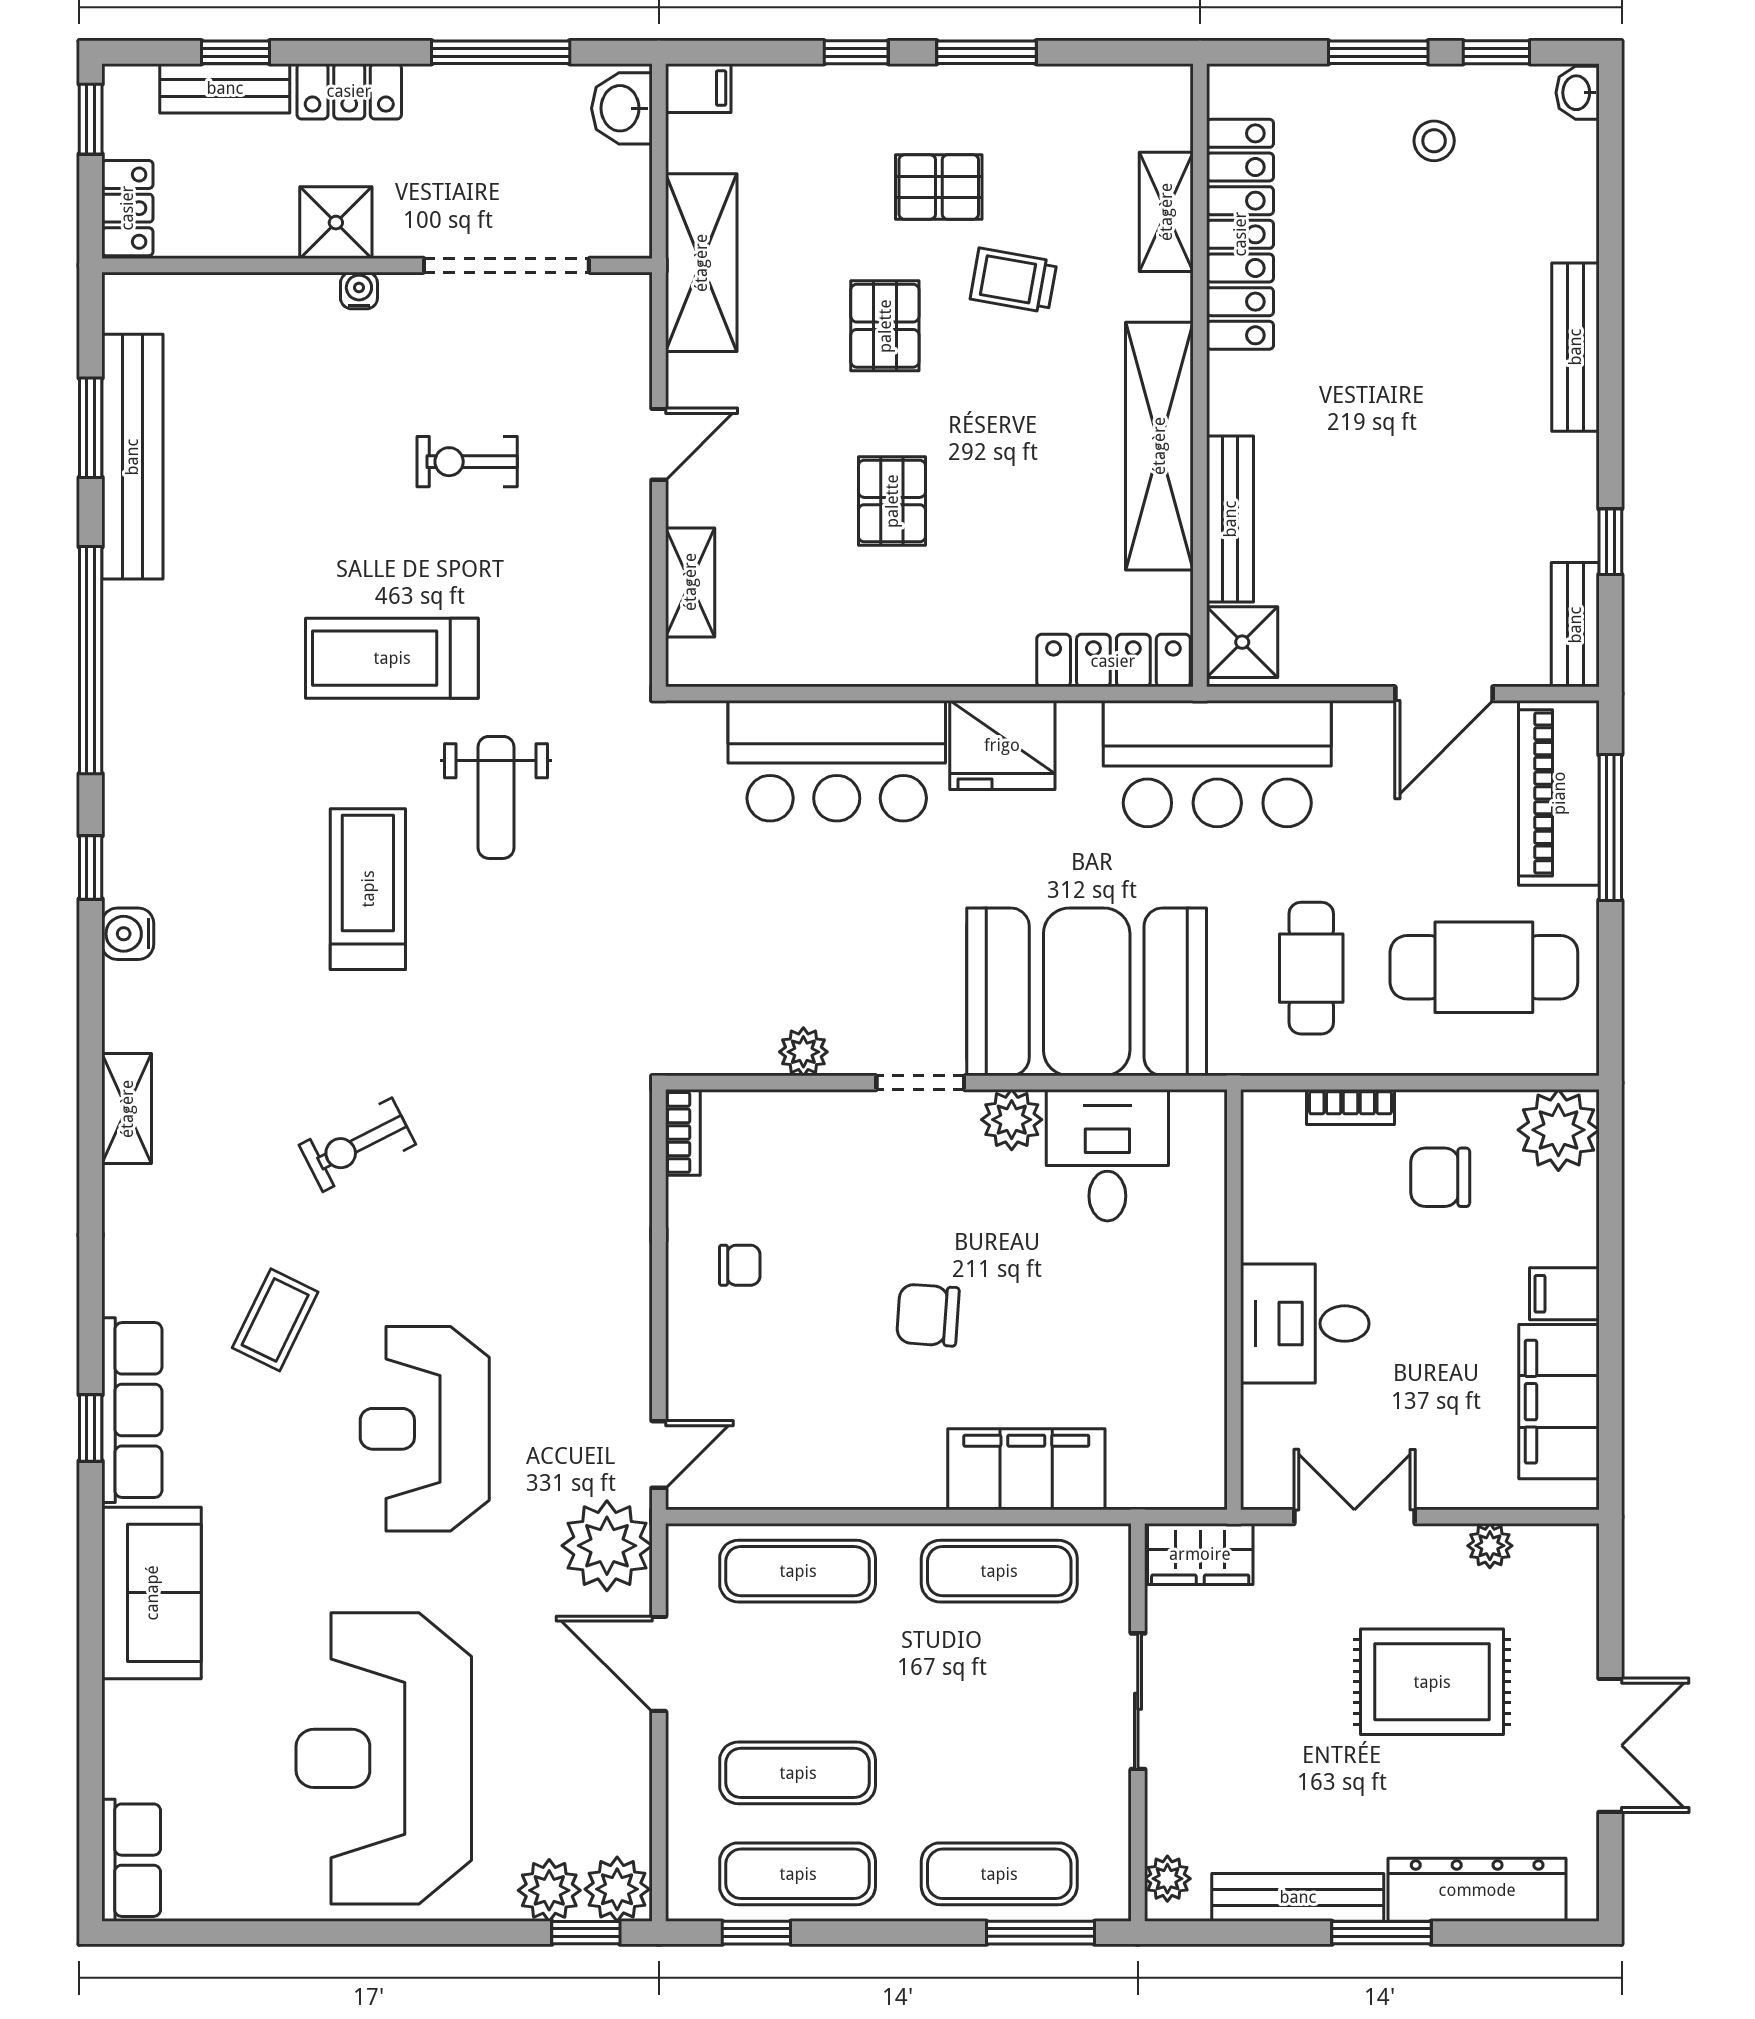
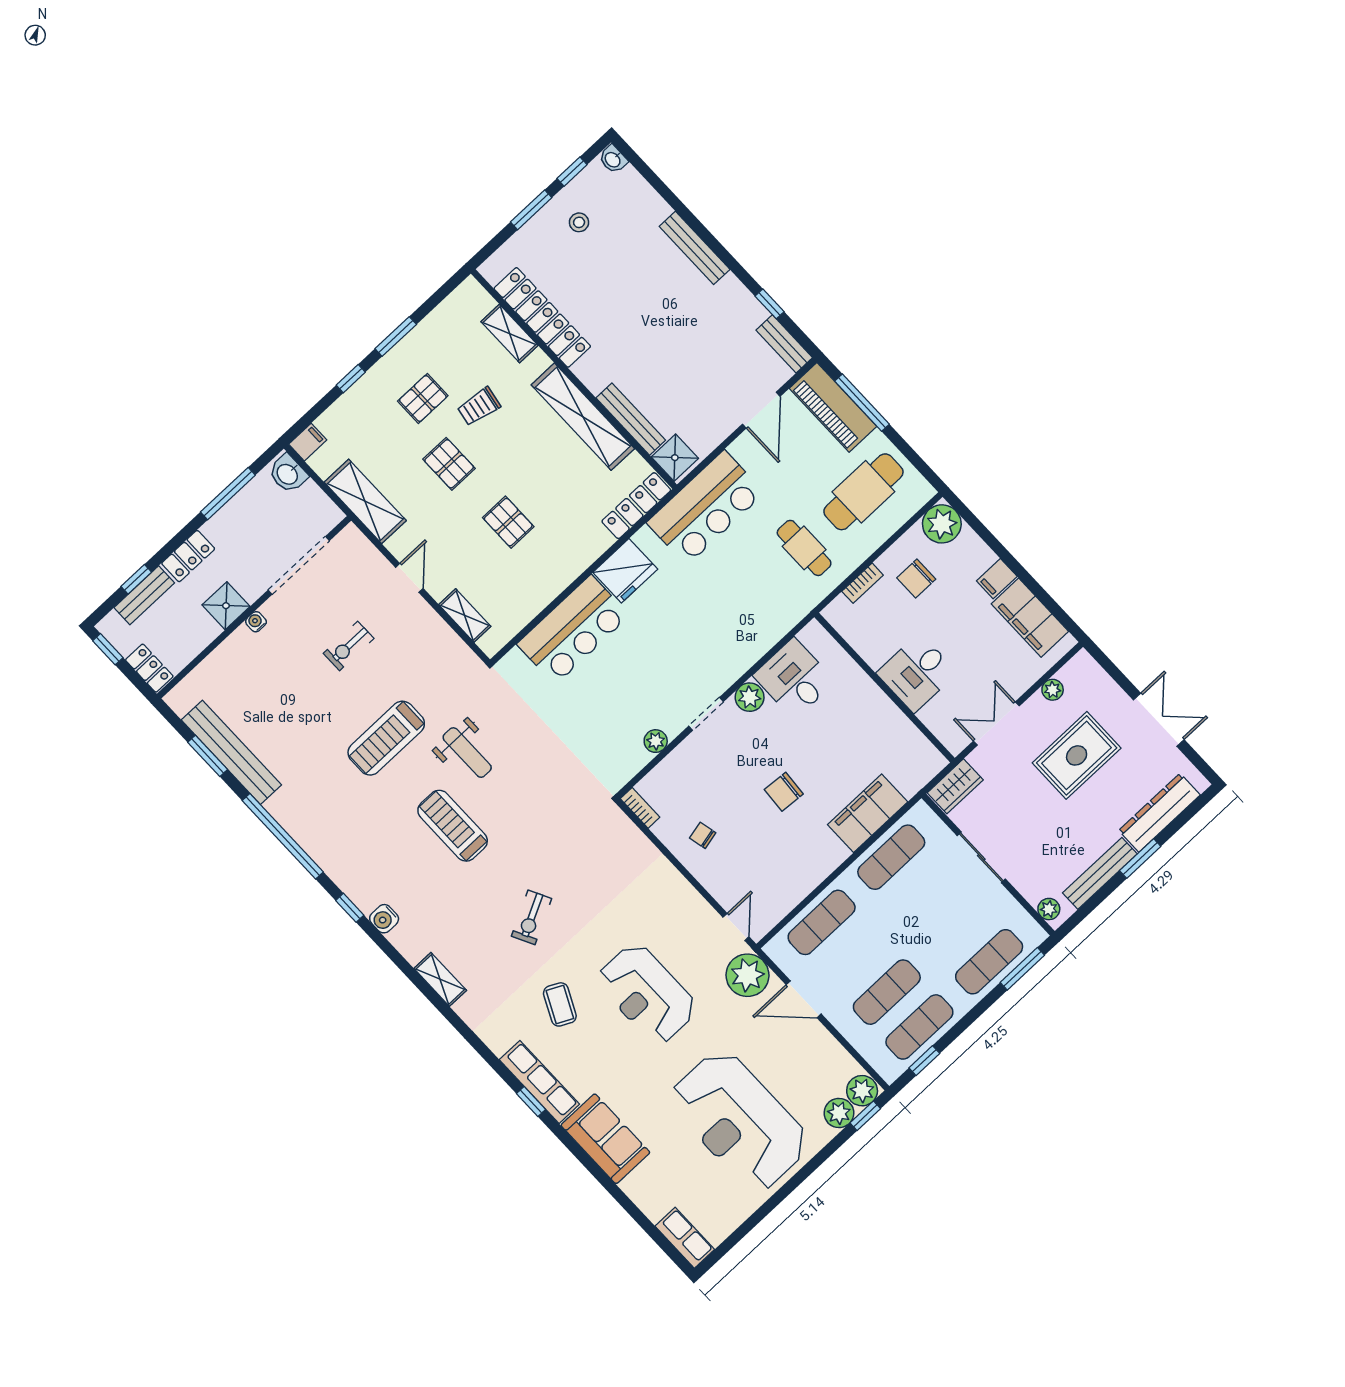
booth: (1087, 992) -> (734, 629), removed
chair: (740, 1265) -> (703, 835), turned -103

